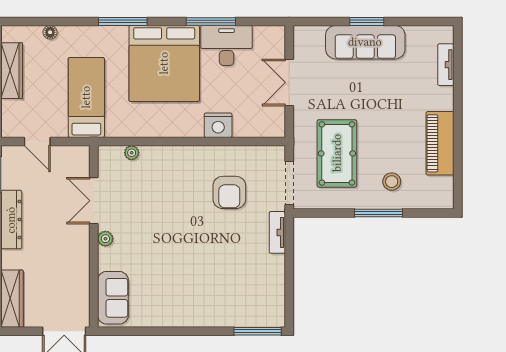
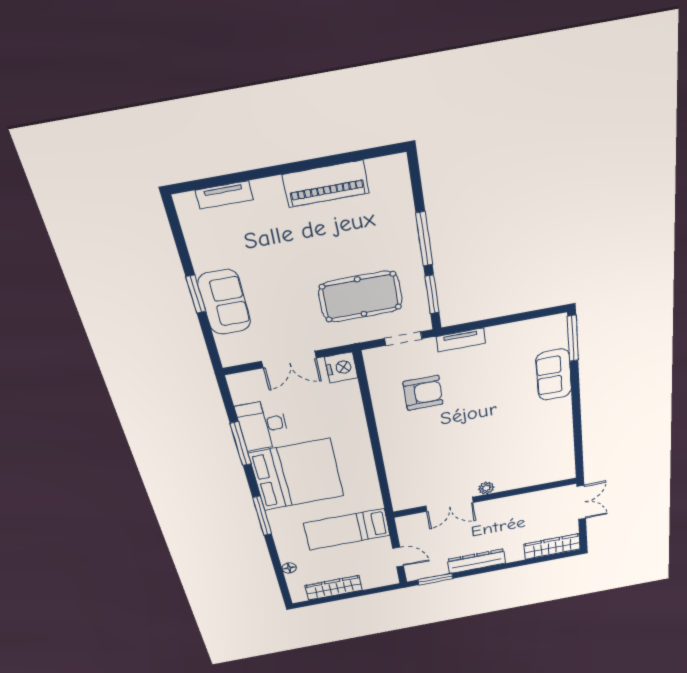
sofa: (365, 42) -> (224, 302), width x0.73
nightstand: (218, 125) -> (341, 368), moved
door: (37, 141) -> (398, 557), hinge flipped
plant: (132, 153) -> (396, 484), removed
stool: (392, 182) -> (384, 231), removed
doorway: (289, 183) -> (403, 339), width x0.73
window: (327, 213) -> (432, 294), added
sofa: (113, 298) -> (554, 375), moved, turned -90

